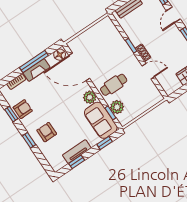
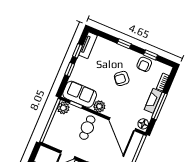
door: (79, 67) -> (122, 124), swing flipped
plant: (117, 107) -> (63, 108), moved
armchair: (47, 132) -> (122, 78), moved, turned 140
window: (105, 143) -> (70, 69), moved
tv unit: (77, 152) -> (88, 45), moved

